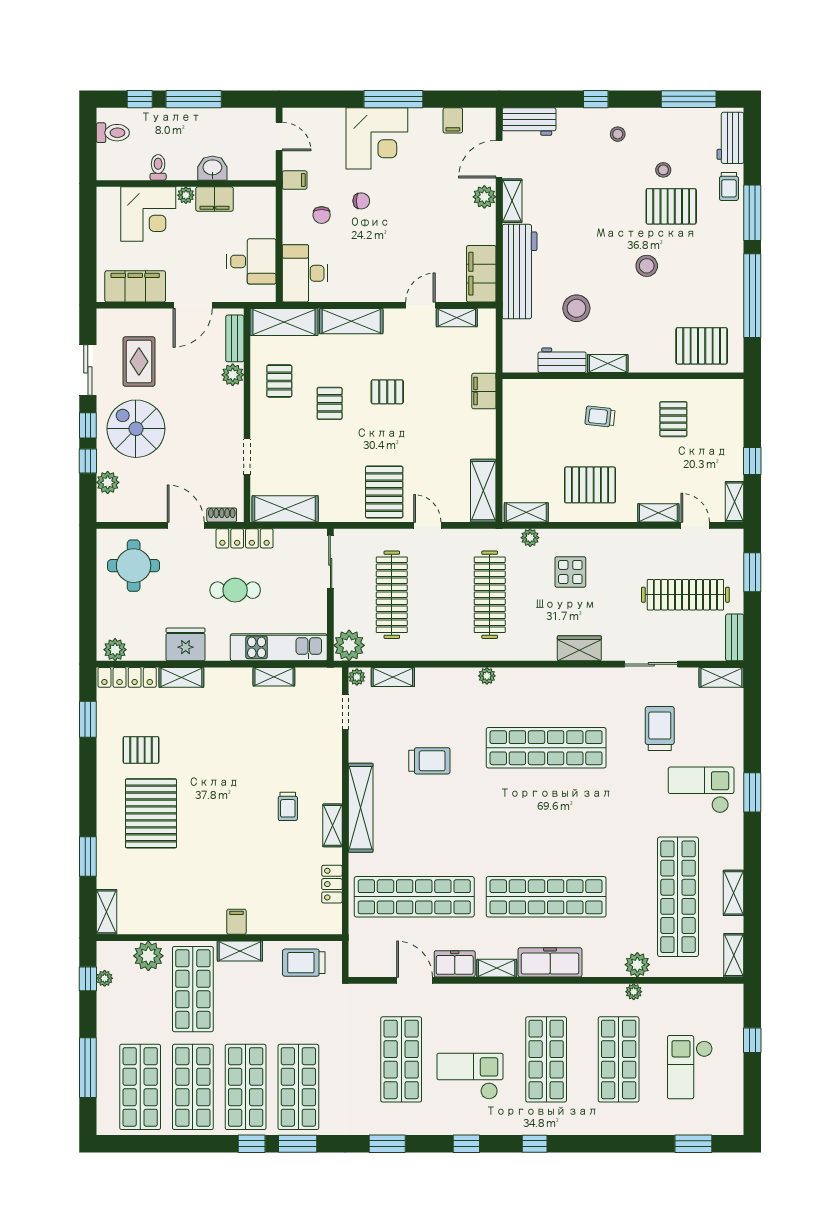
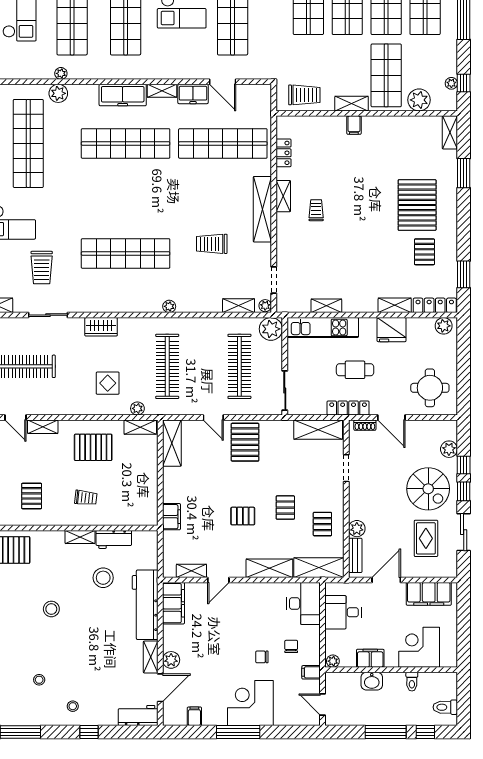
plant: (186, 195) -> (333, 661), moved
pallet: (671, 206) -> (33, 653), removed
pallet: (141, 750) -> (424, 252), turned 90

